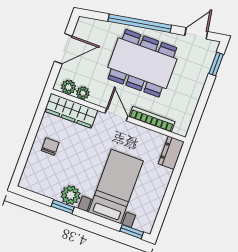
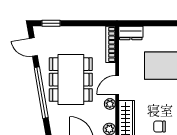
plant: (83, 93) -> (110, 104), moved
bookcase: (152, 119) -> (111, 44), moved

